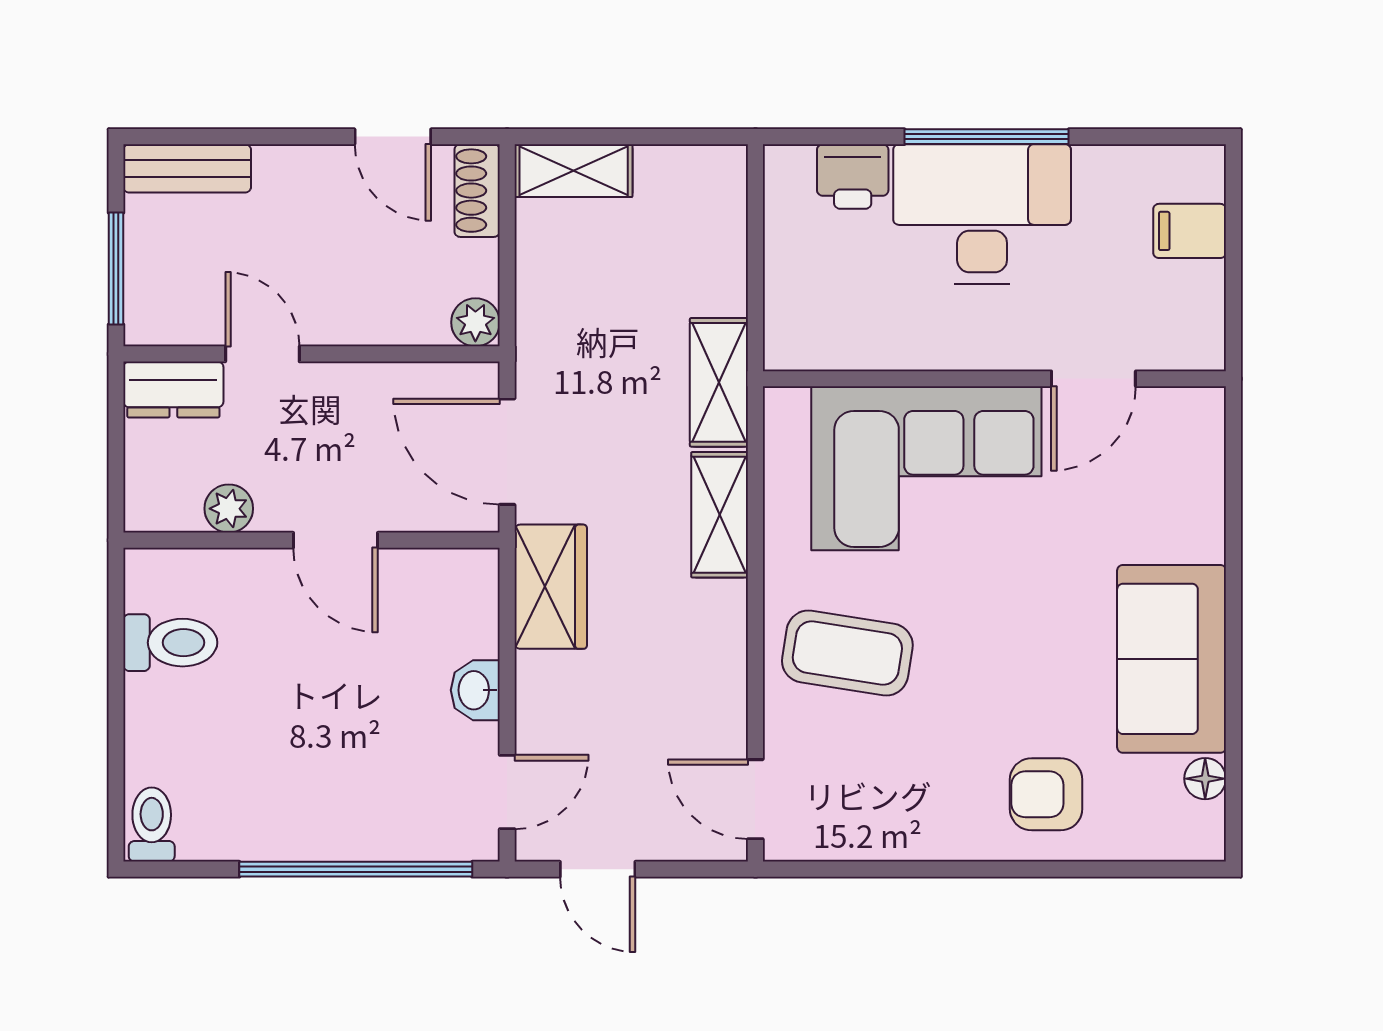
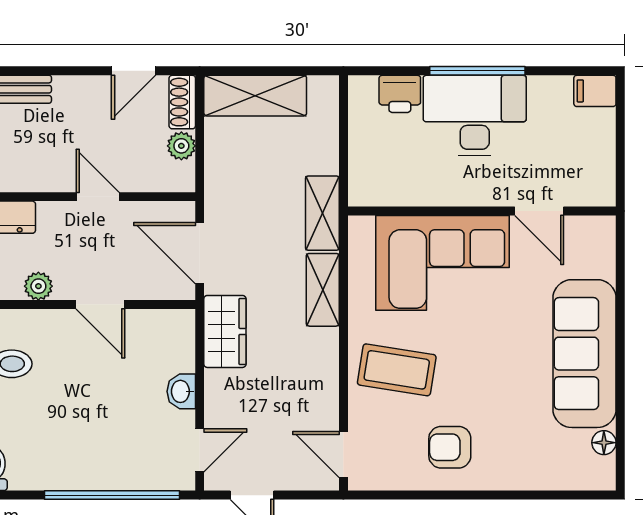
door: (393, 137) -> (133, 71), hinge flipped
shelving: (574, 171) -> (255, 96), width x1.50, depth x1.33
filing cabinet: (1190, 231) -> (595, 91), moved
plant: (475, 322) -> (181, 146), moved
door: (262, 354) -> (98, 197), moved
door: (1093, 379) -> (539, 211), hinge flipped
sofa: (1172, 659) -> (585, 354), width x1.36
armchair: (1046, 794) -> (450, 447), moved

